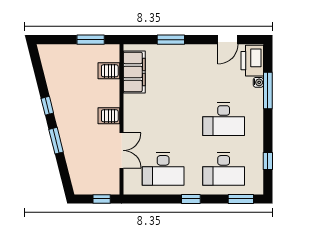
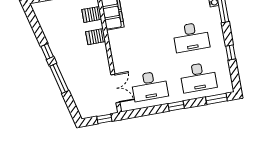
server rack: (109, 116) -> (96, 37), moved
window: (56, 141) -> (59, 78), width x1.44
double door: (122, 150) -> (115, 88), moved
window: (268, 161) -> (231, 52), moved

